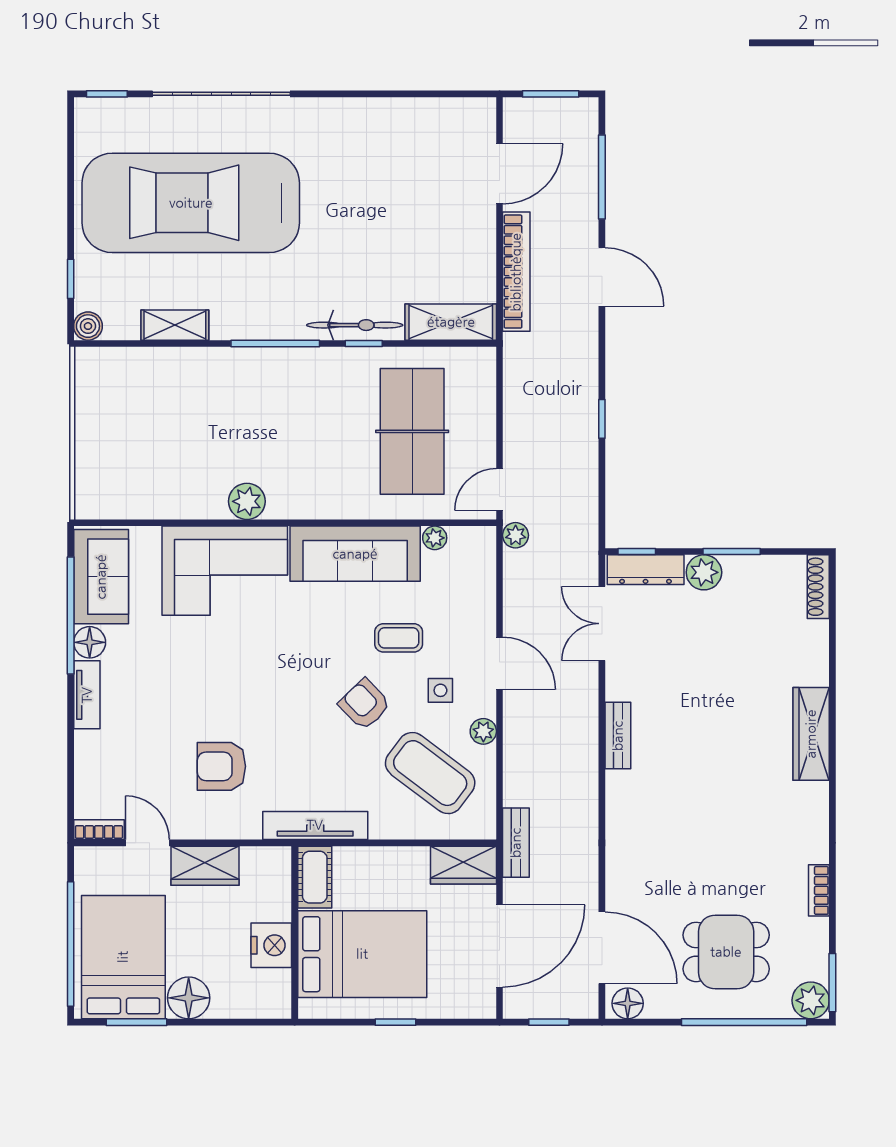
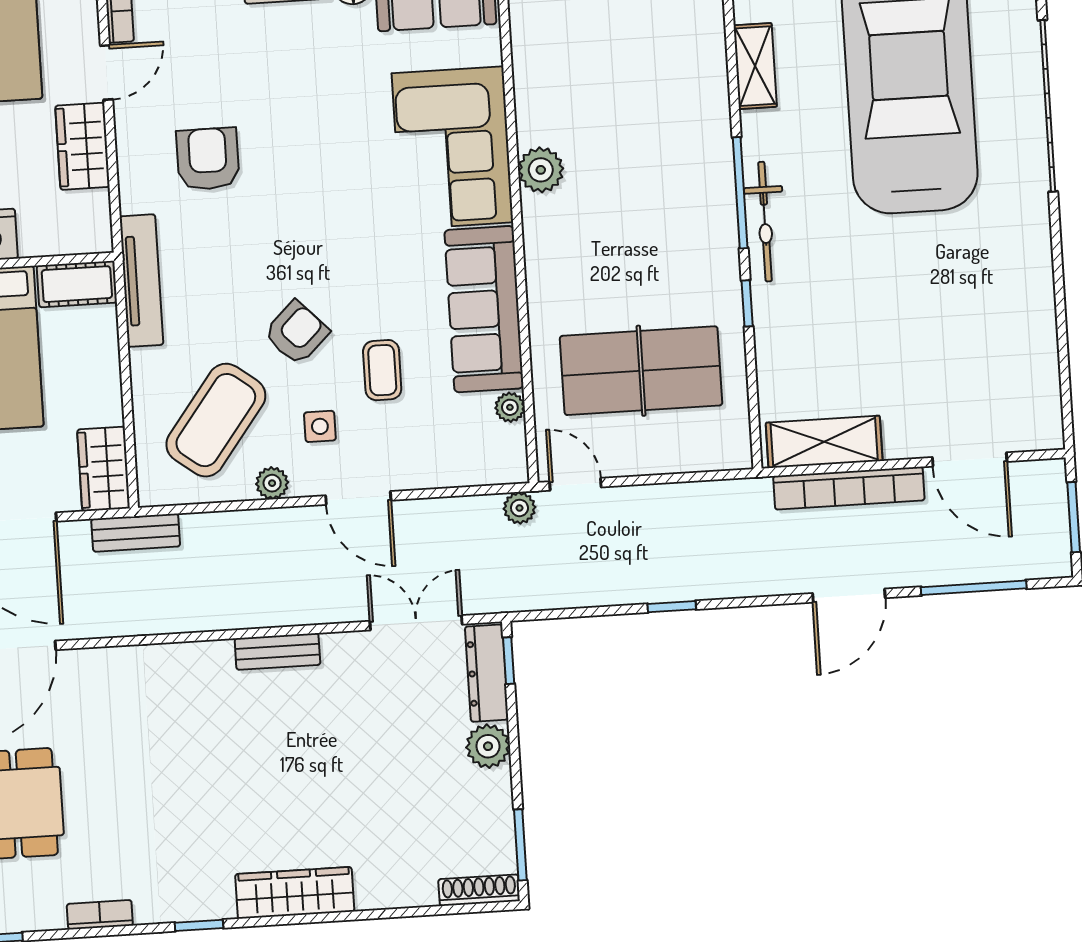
shelving: (451, 322) -> (824, 442), moved, turned 90
bicycle: (355, 325) -> (765, 222), moved
window: (732, 552) -> (520, 845), moved
door: (499, 663) -> (358, 498), hinge flipped
window: (832, 812) -> (199, 925), added

